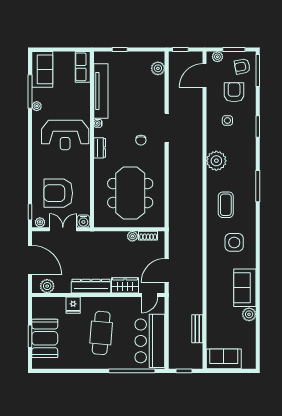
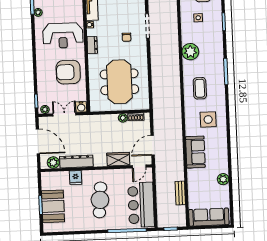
armchair: (58, 193) -> (68, 72), moved
dresser: (91, 286) -> (76, 162), moved
sofa: (245, 288) -> (195, 152), moved, turned 180
sofa: (224, 359) -> (209, 217), width x1.36

